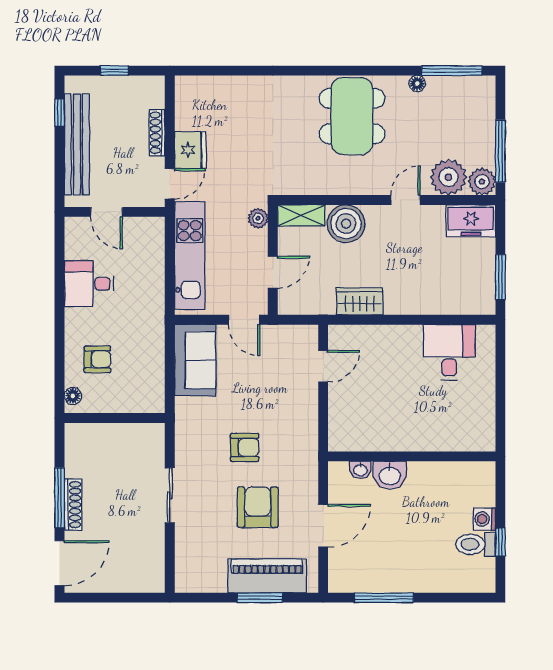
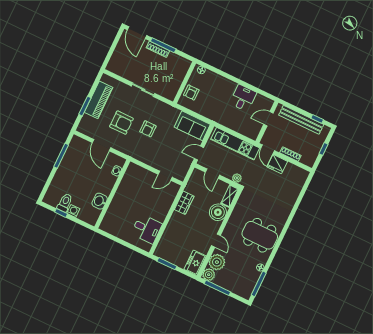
armchair: (97, 359) -> (191, 92), moved
door: (323, 366) -> (165, 176), hinge flipped
washbasin: (390, 475) -> (100, 201), moved
piano: (267, 576) -> (99, 100), moved

